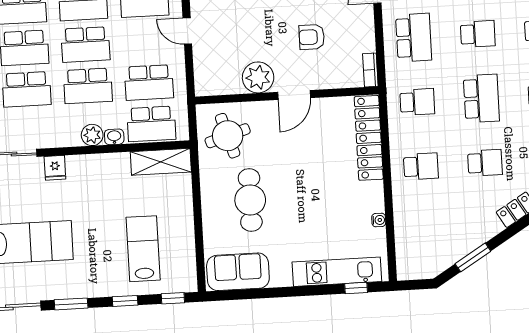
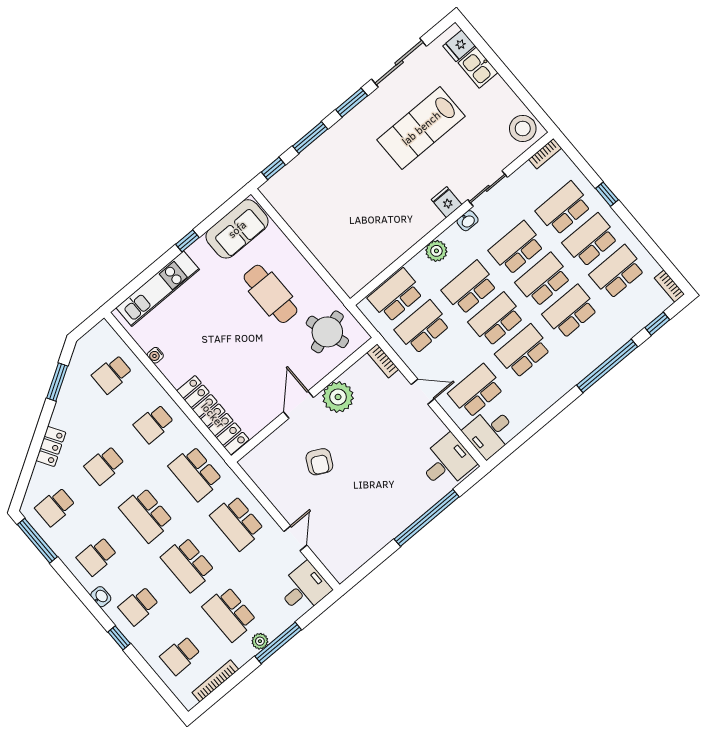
school desk: (478, 34) -> (188, 564), width x1.85
armchair: (312, 37) -> (319, 462), turned 117
bookcase: (370, 70) -> (383, 361), moved, turned 180
school desk: (417, 102) -> (195, 473), width x1.85
washbasin: (114, 137) -> (468, 221), moved
shelving: (161, 162) -> (365, 271), removed
school desk: (424, 231) -> (112, 374), added
lab bench: (143, 249) -> (327, 190), removed
window: (356, 288) -> (187, 241), moved
window: (125, 301) -> (310, 138), width x1.50

